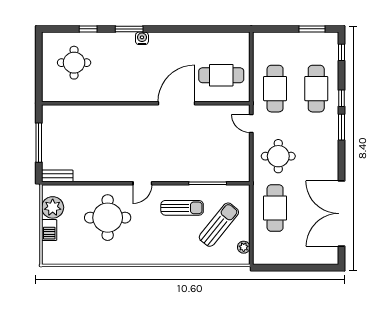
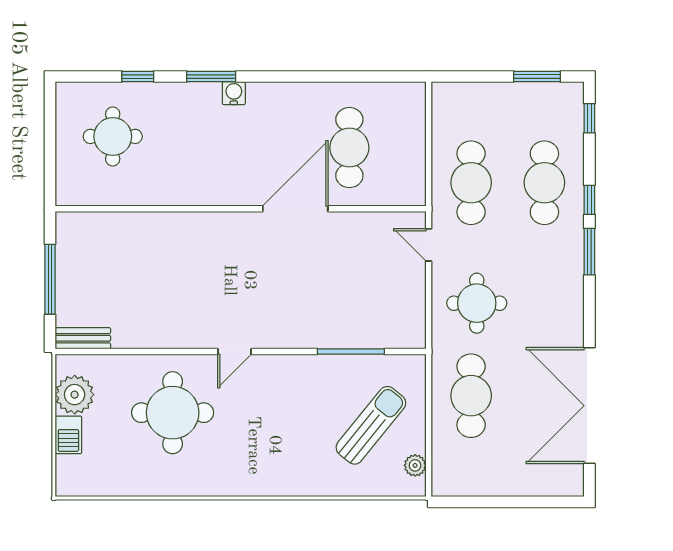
cafe table: (221, 75) -> (349, 148), moved, turned 90
sun lounger: (182, 208) -> (305, 395), removed

